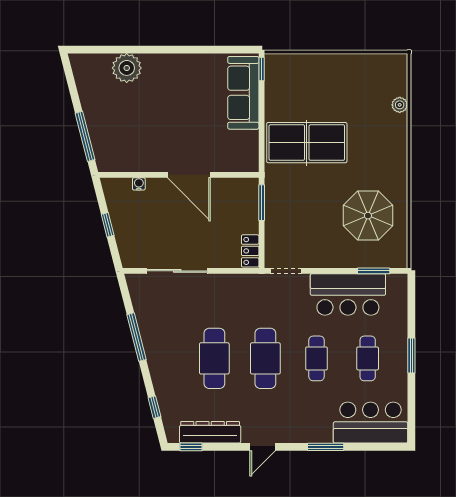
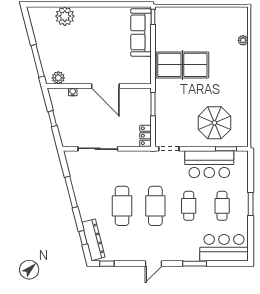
plant: (117, 162) -> (58, 78), added
parasol: (368, 216) -> (214, 123), moved
dresser: (210, 432) -> (93, 240), moved, turned 76

